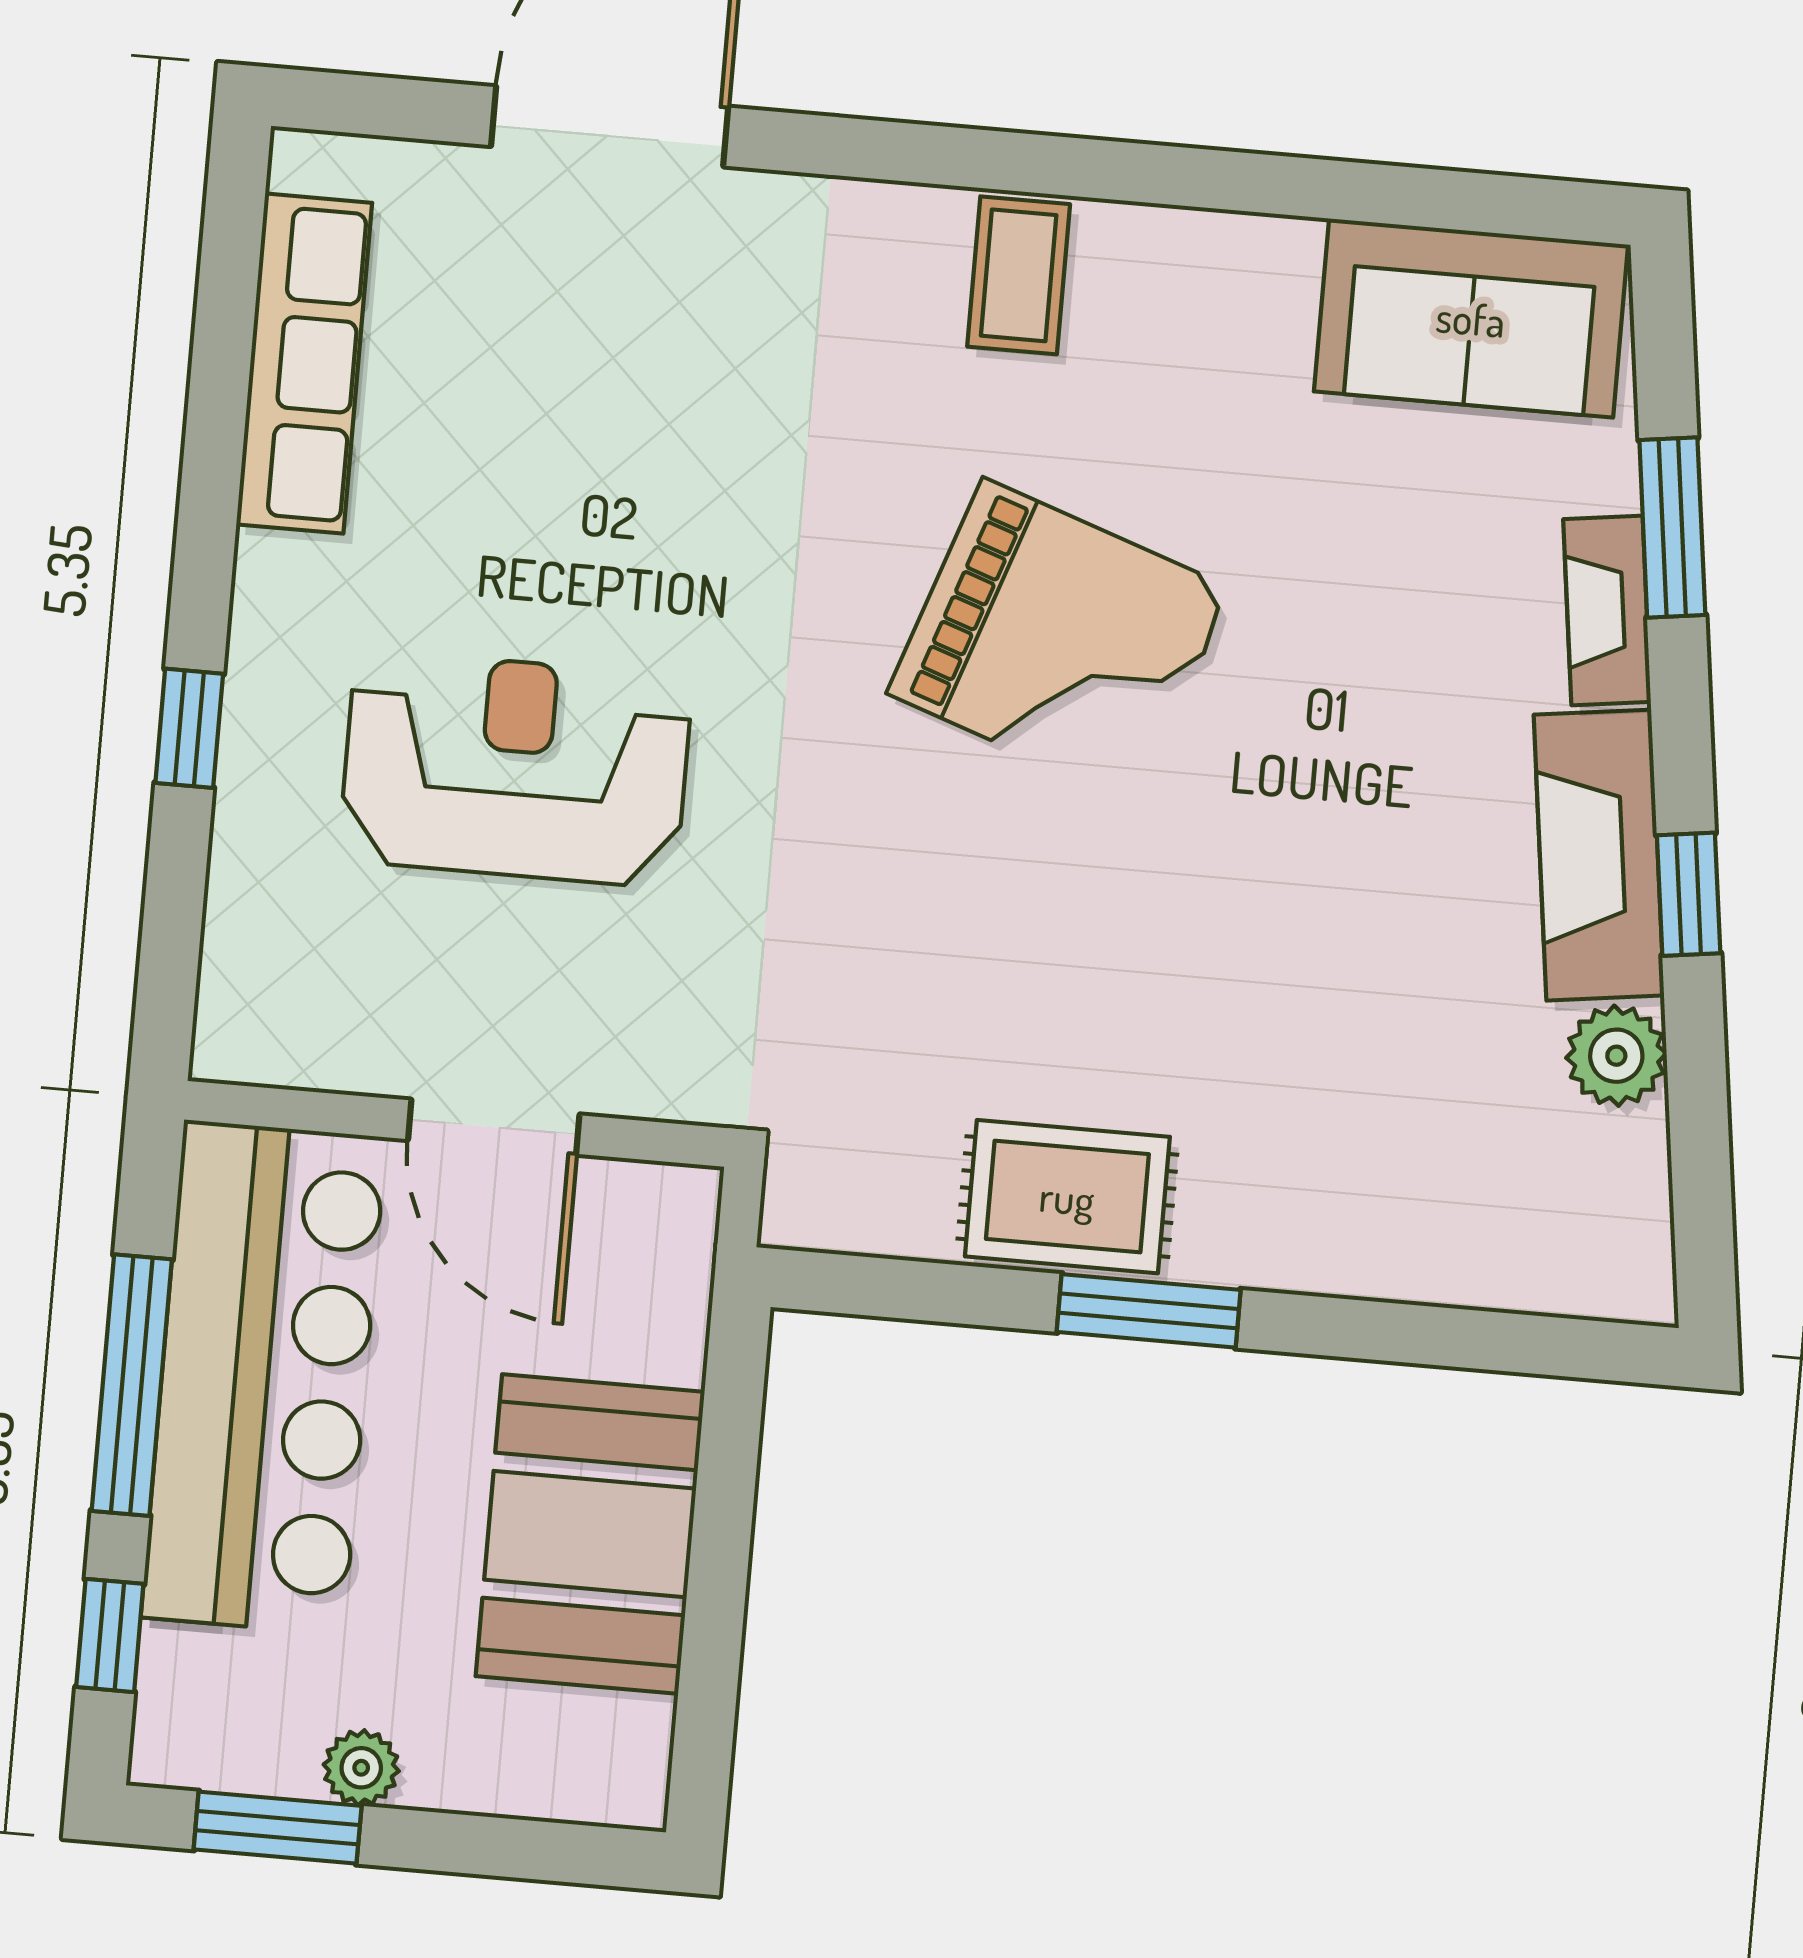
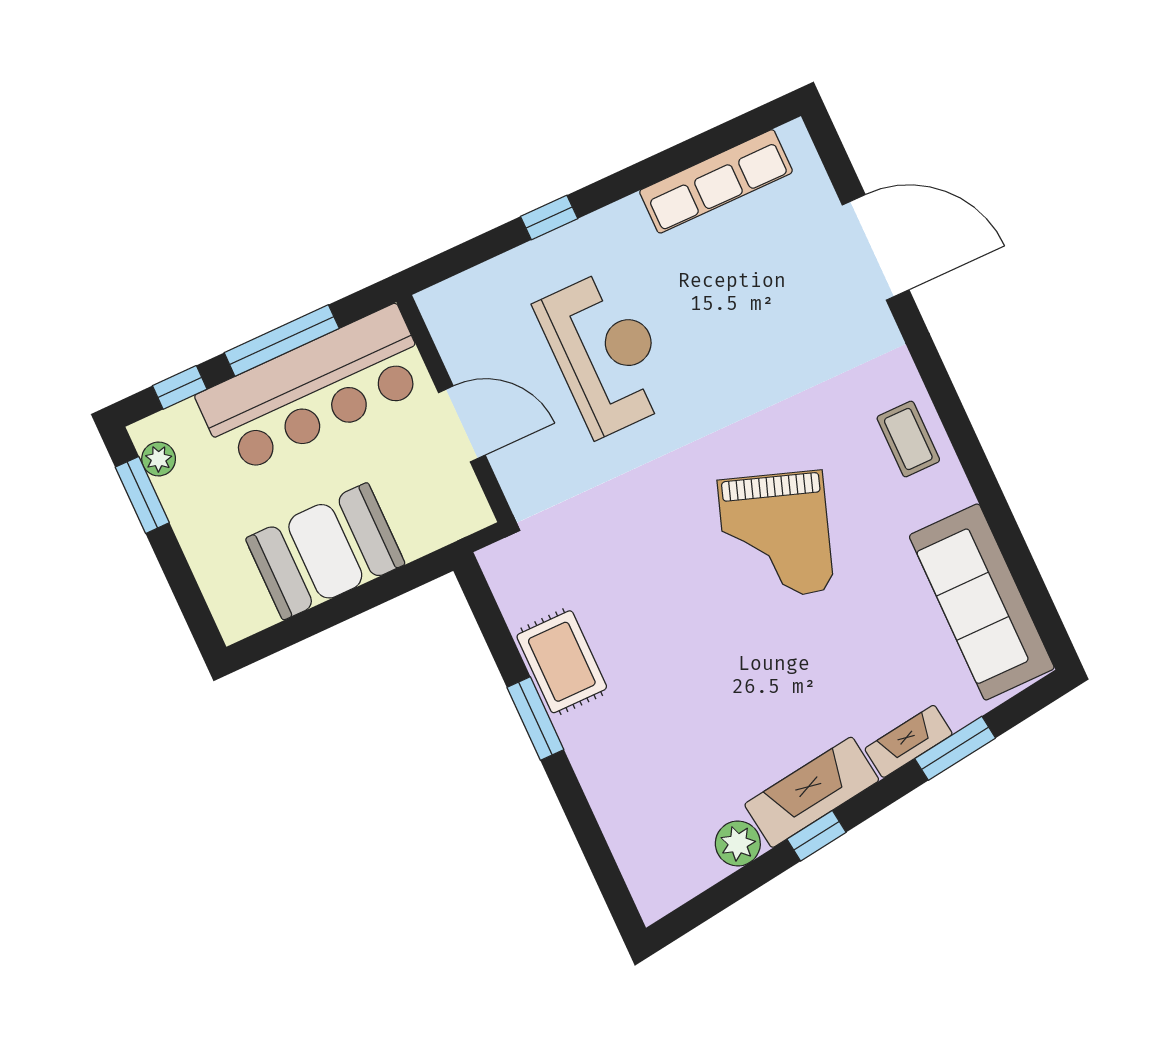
coffee table: (1019, 275) -> (908, 439), turned 90
sofa: (1471, 318) -> (982, 602), width x1.36
door: (494, 1127) -> (462, 424), swing flipped
plant: (361, 1768) -> (159, 459), moved

